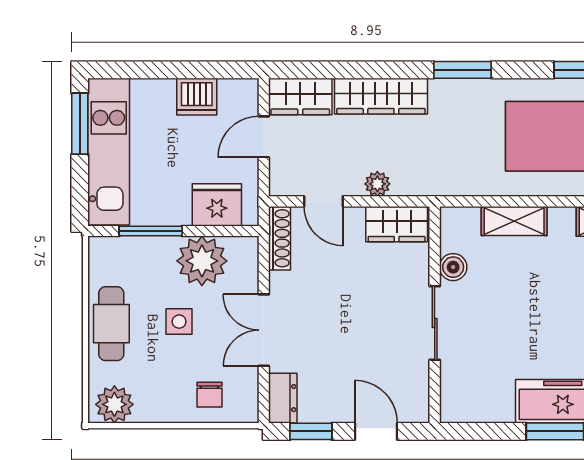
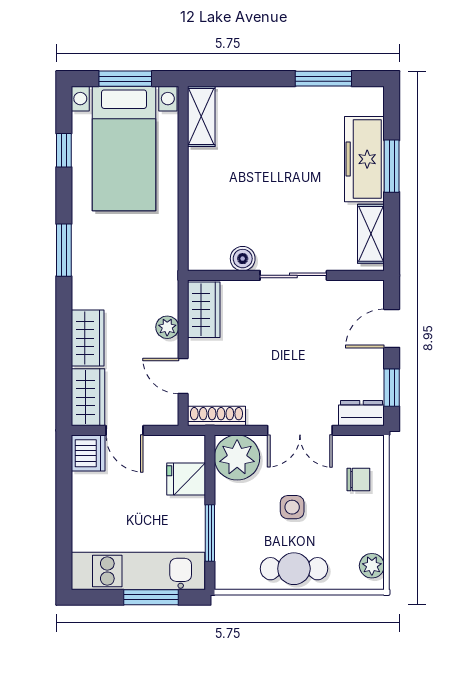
wardrobe: (381, 96) -> (88, 338), width x0.67
dishwasher: (197, 97) -> (88, 453), moved
window: (80, 124) -> (151, 597), moved
door: (324, 201) -> (183, 376), swing flipped
fridge: (217, 205) -> (186, 479), width x0.72
shelving: (514, 221) -> (371, 234), moved
plant: (202, 261) -> (237, 457), moved
plant: (114, 404) -> (372, 566), width x0.73, depth x0.73

